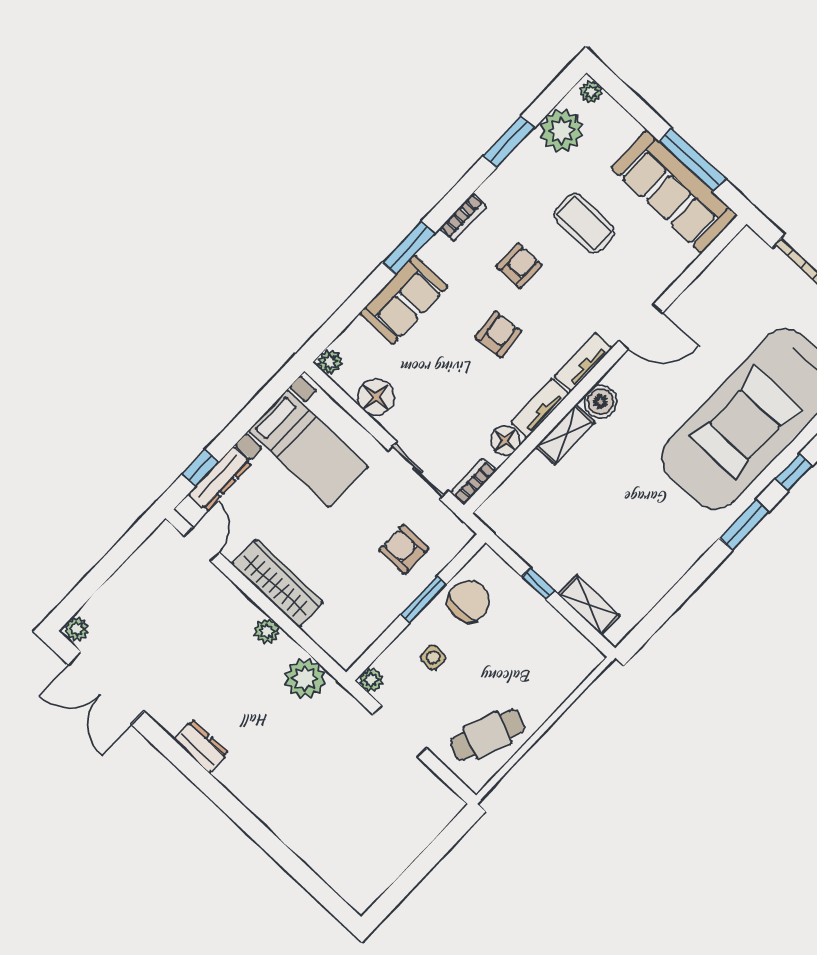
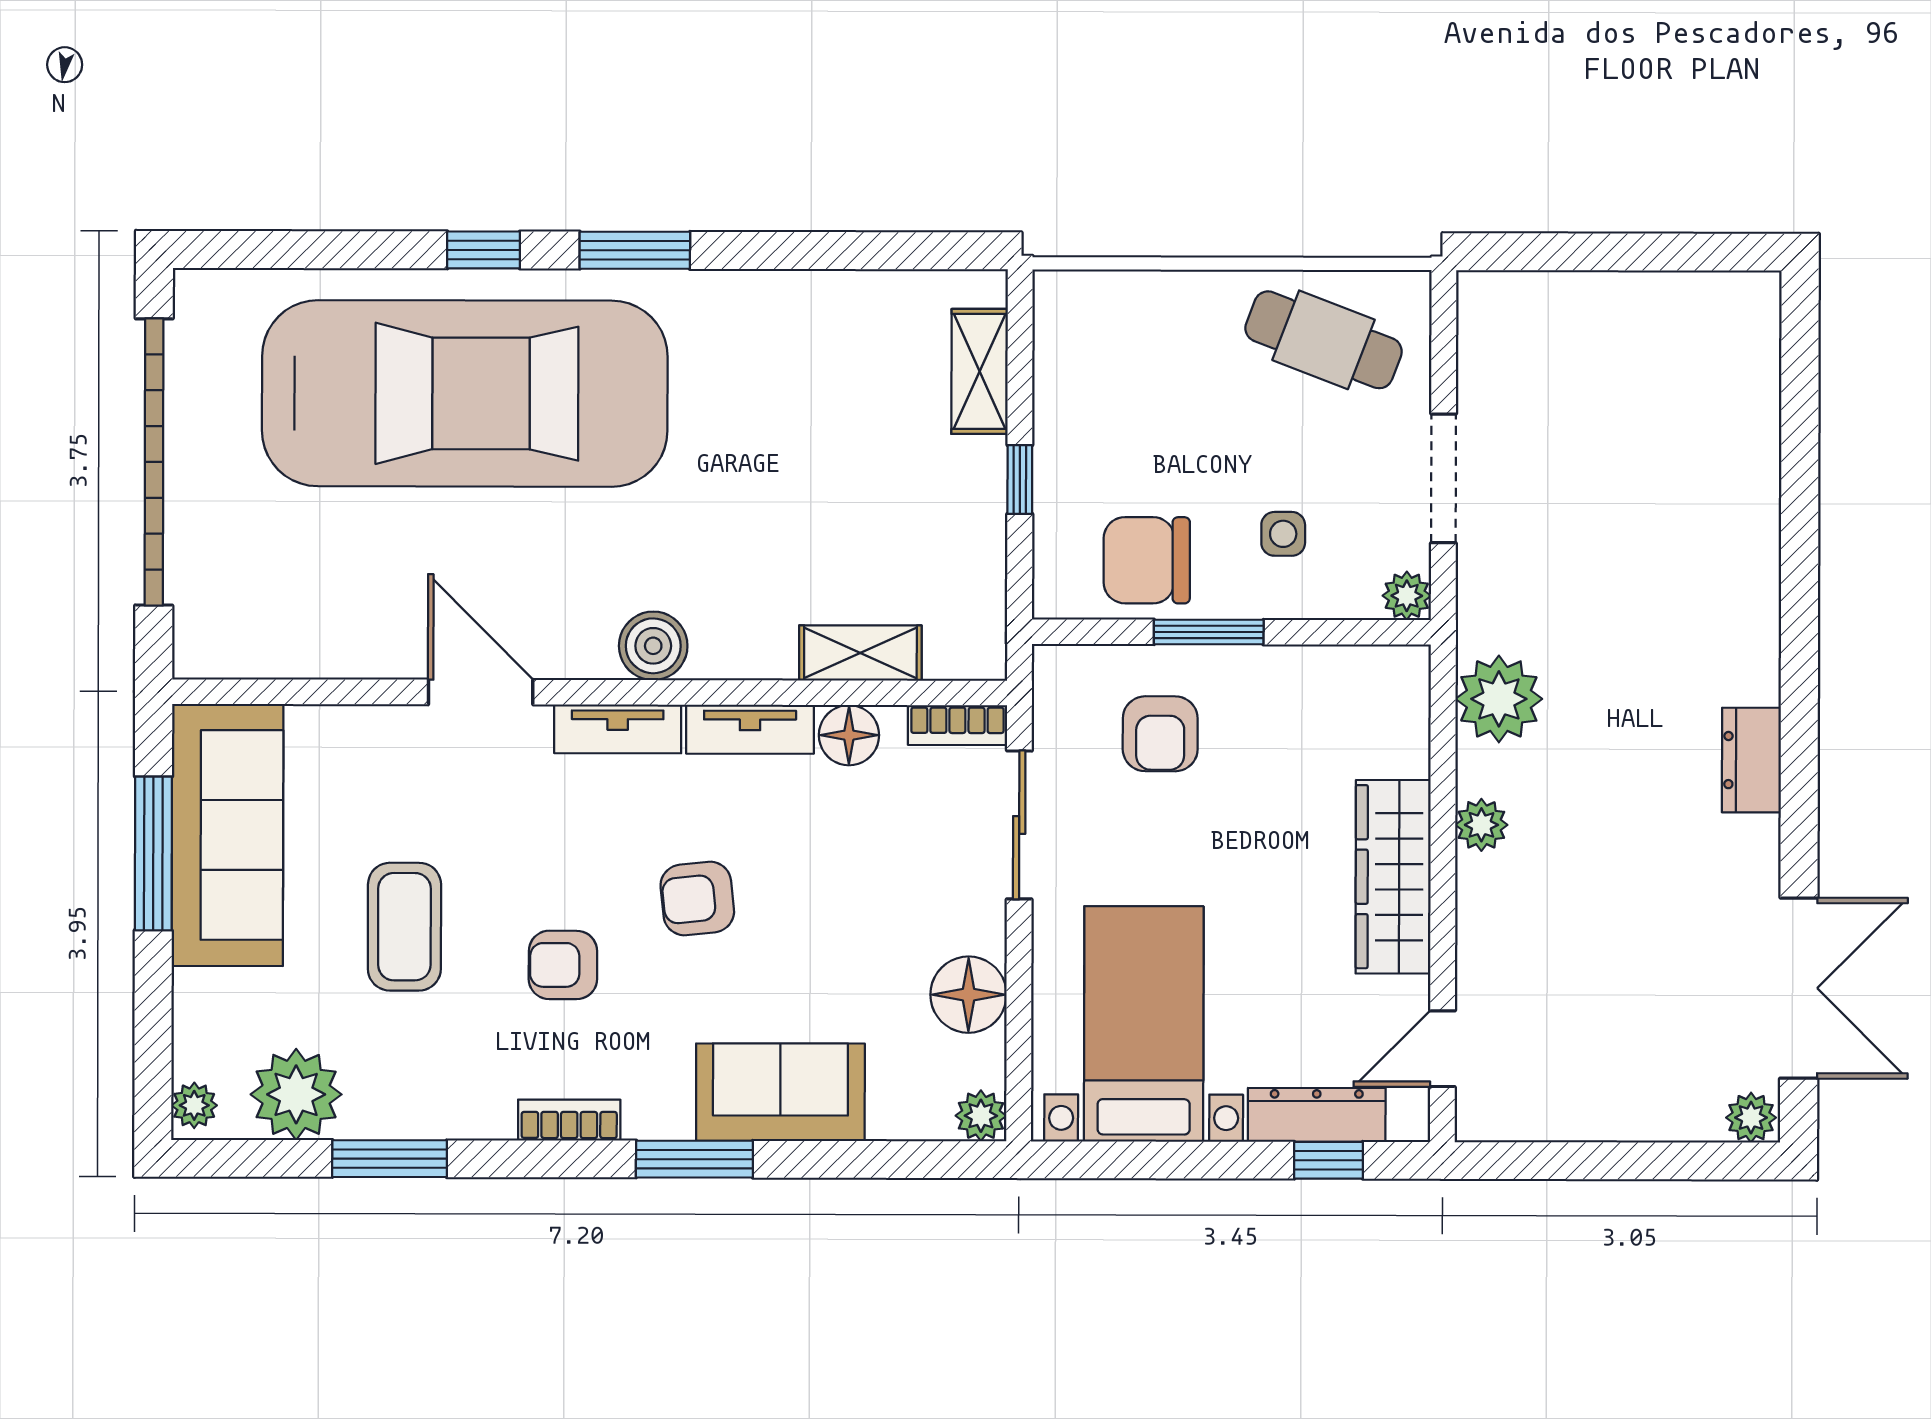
shelving: (565, 434) -> (860, 653), moved

